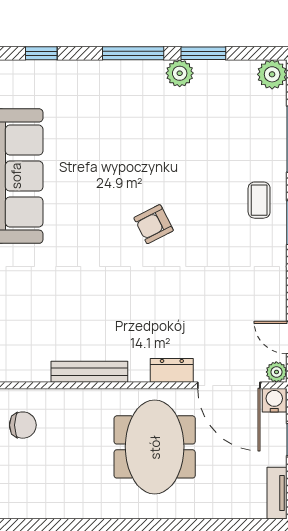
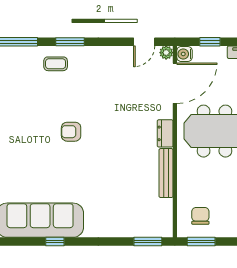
armchair: (154, 224) -> (71, 132), turned 117
dresser: (172, 370) -> (165, 133), moved

